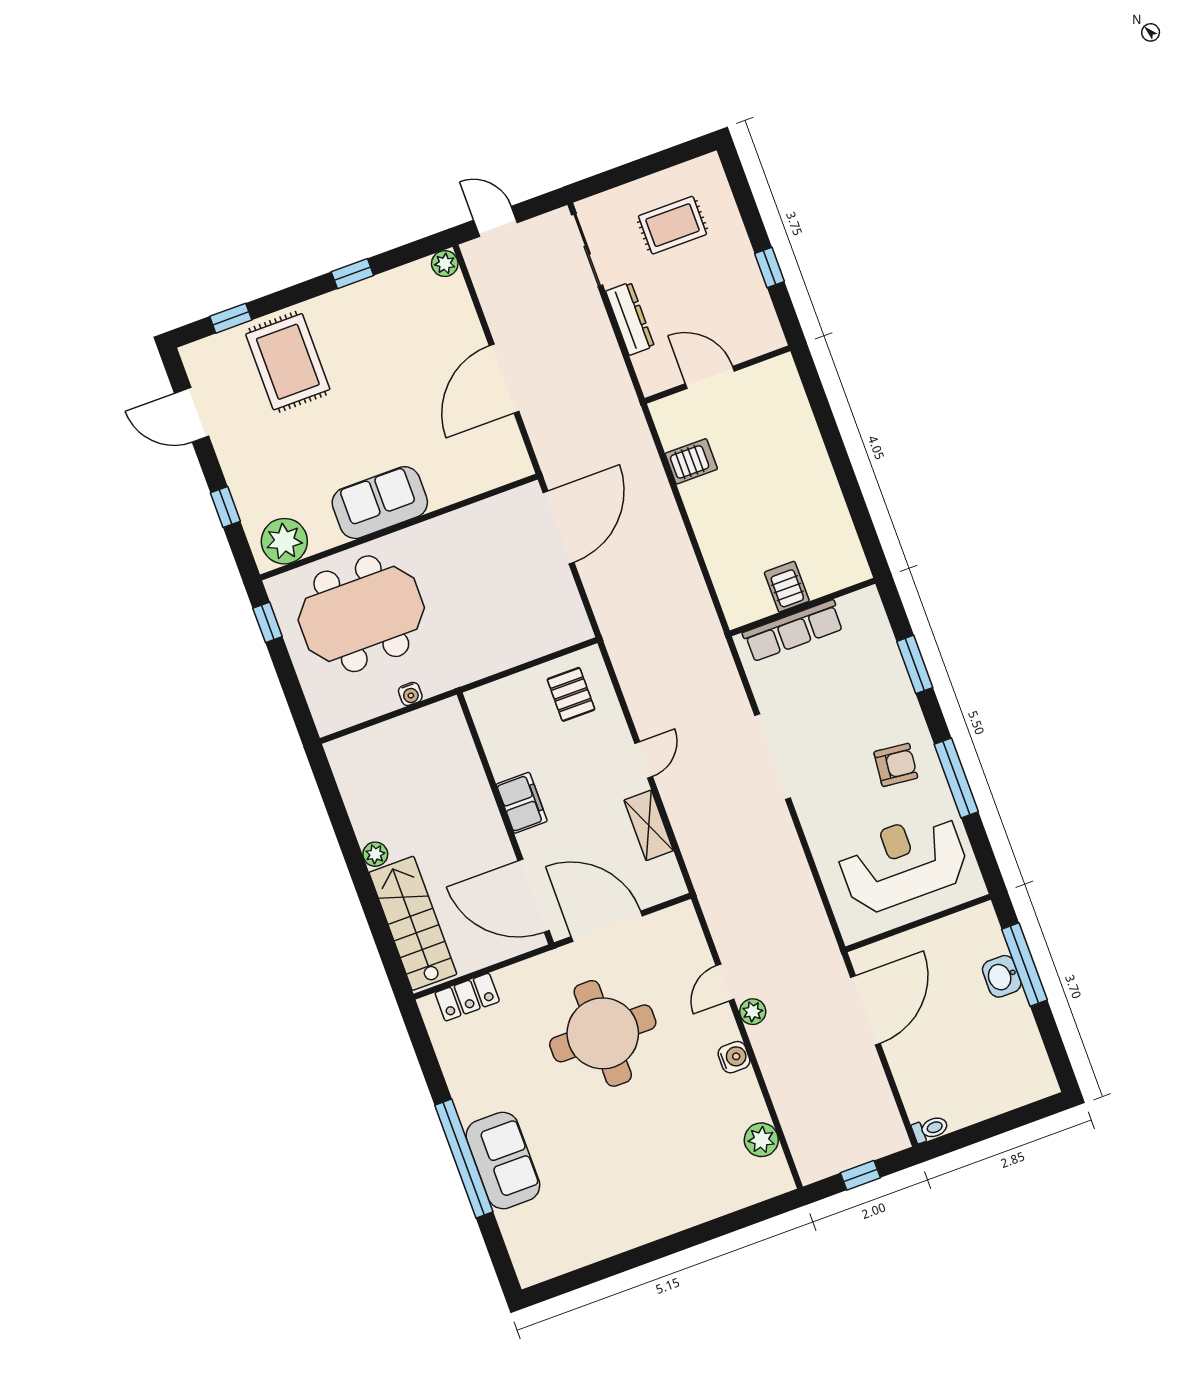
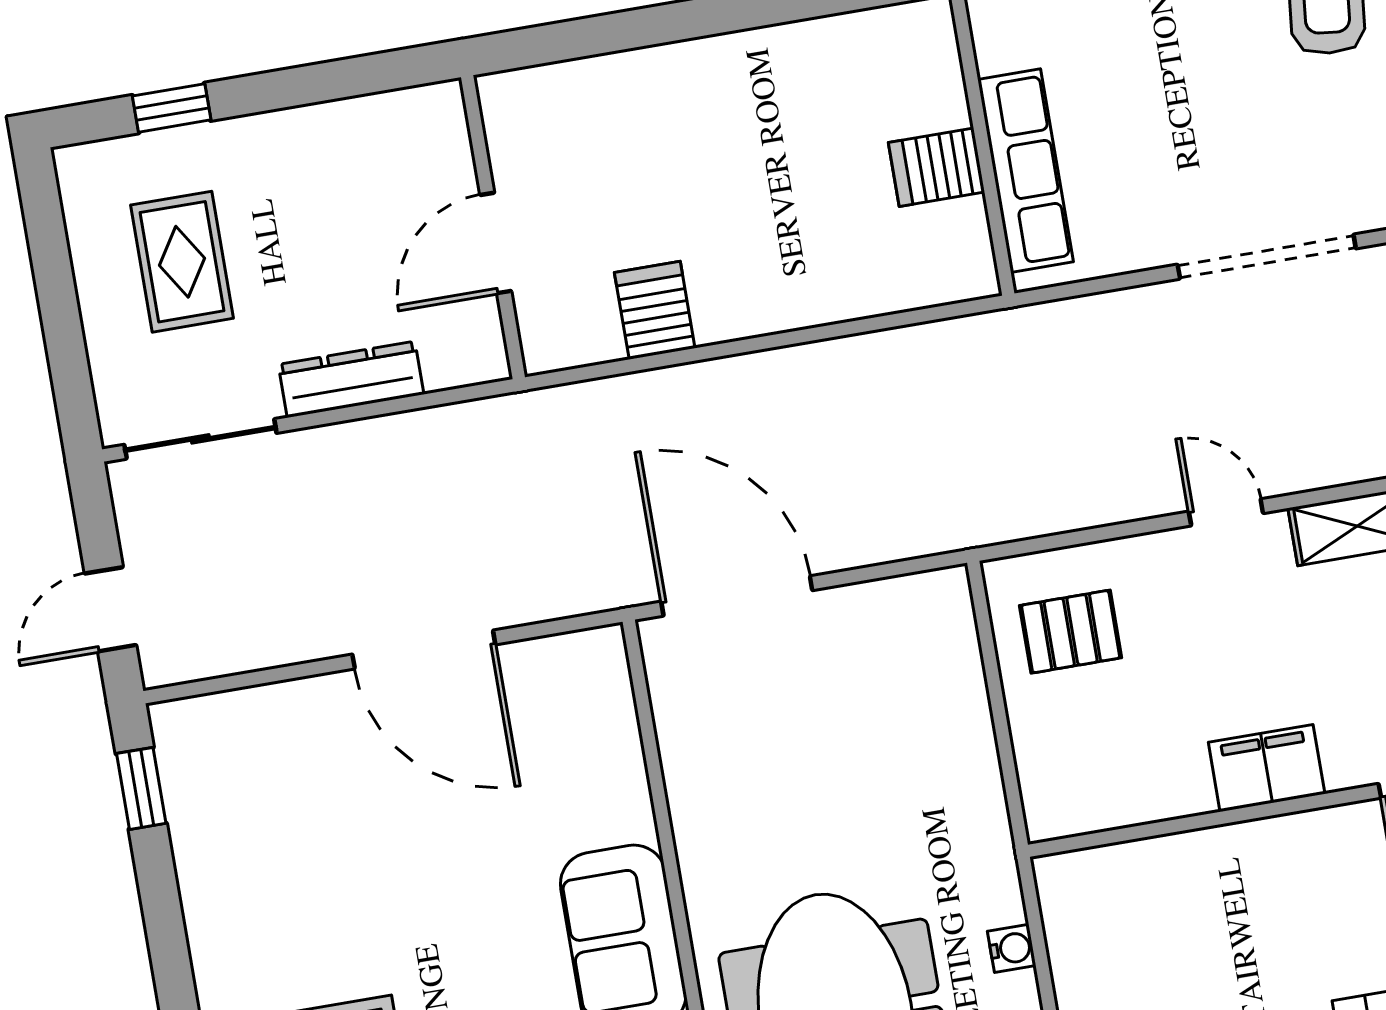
plant: (445, 264) -> (175, 725), removed
window: (769, 267) -> (172, 108), moved
window: (352, 274) -> (141, 788), moved

